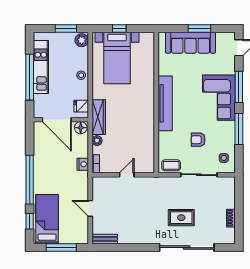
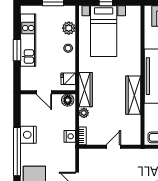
plant: (82, 40) -> (69, 28), moved
window: (30, 77) -> (17, 50), width x0.47
door: (57, 120) -> (44, 92), width x0.53
wardrobe: (147, 122) -> (133, 95), added
nightstand: (41, 163) -> (28, 135), added

